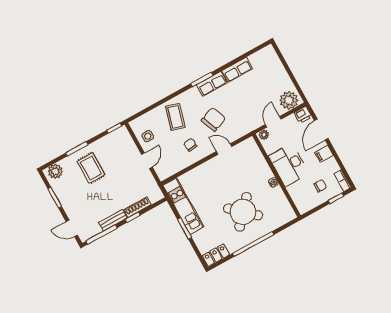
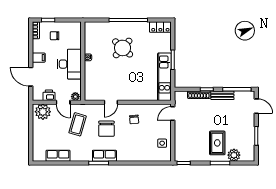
row of seats: (237, 70) -> (58, 156), moved
row of seats: (212, 84) -> (104, 156), moved
printer: (303, 115) -> (49, 95), moved
coffee table: (175, 117) -> (78, 124), moved
chair: (214, 119) -> (106, 129), turned -69
door: (273, 122) -> (63, 102), hinge flipped
door: (321, 130) -> (31, 77), swing flipped
door: (224, 149) -> (111, 102), hinge flipped
door: (147, 161) -> (173, 113), moved
plant: (55, 171) -> (234, 155), moved
round table: (243, 212) -> (123, 48), width x0.73, depth x0.73

